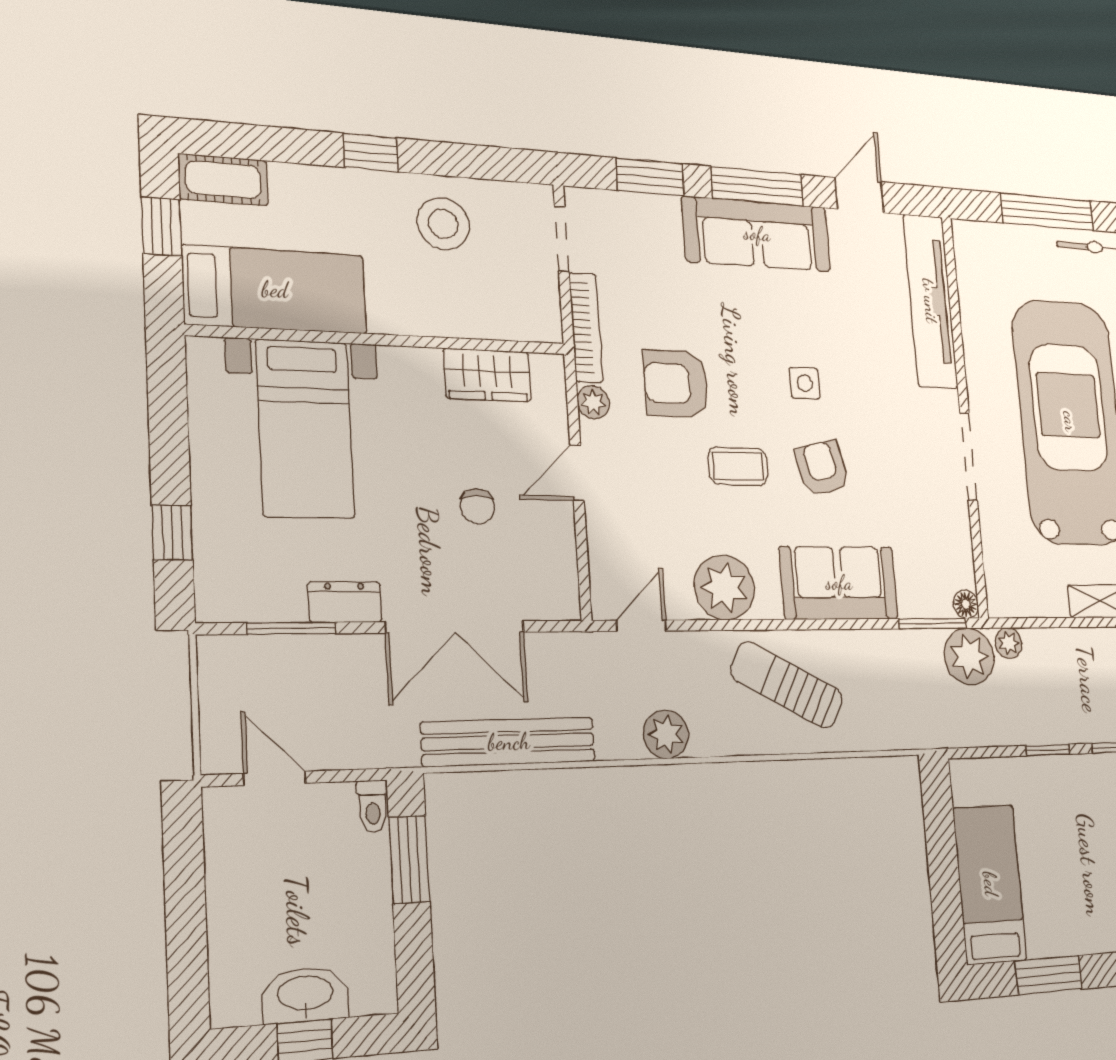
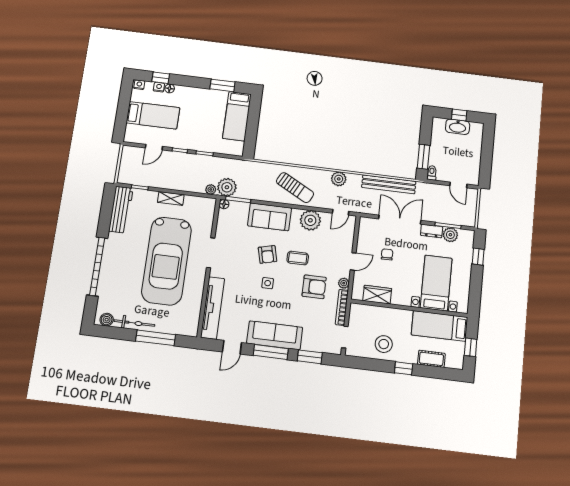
cot: (223, 180) -> (431, 359), moved
plant: (279, 597) -> (450, 235), added

